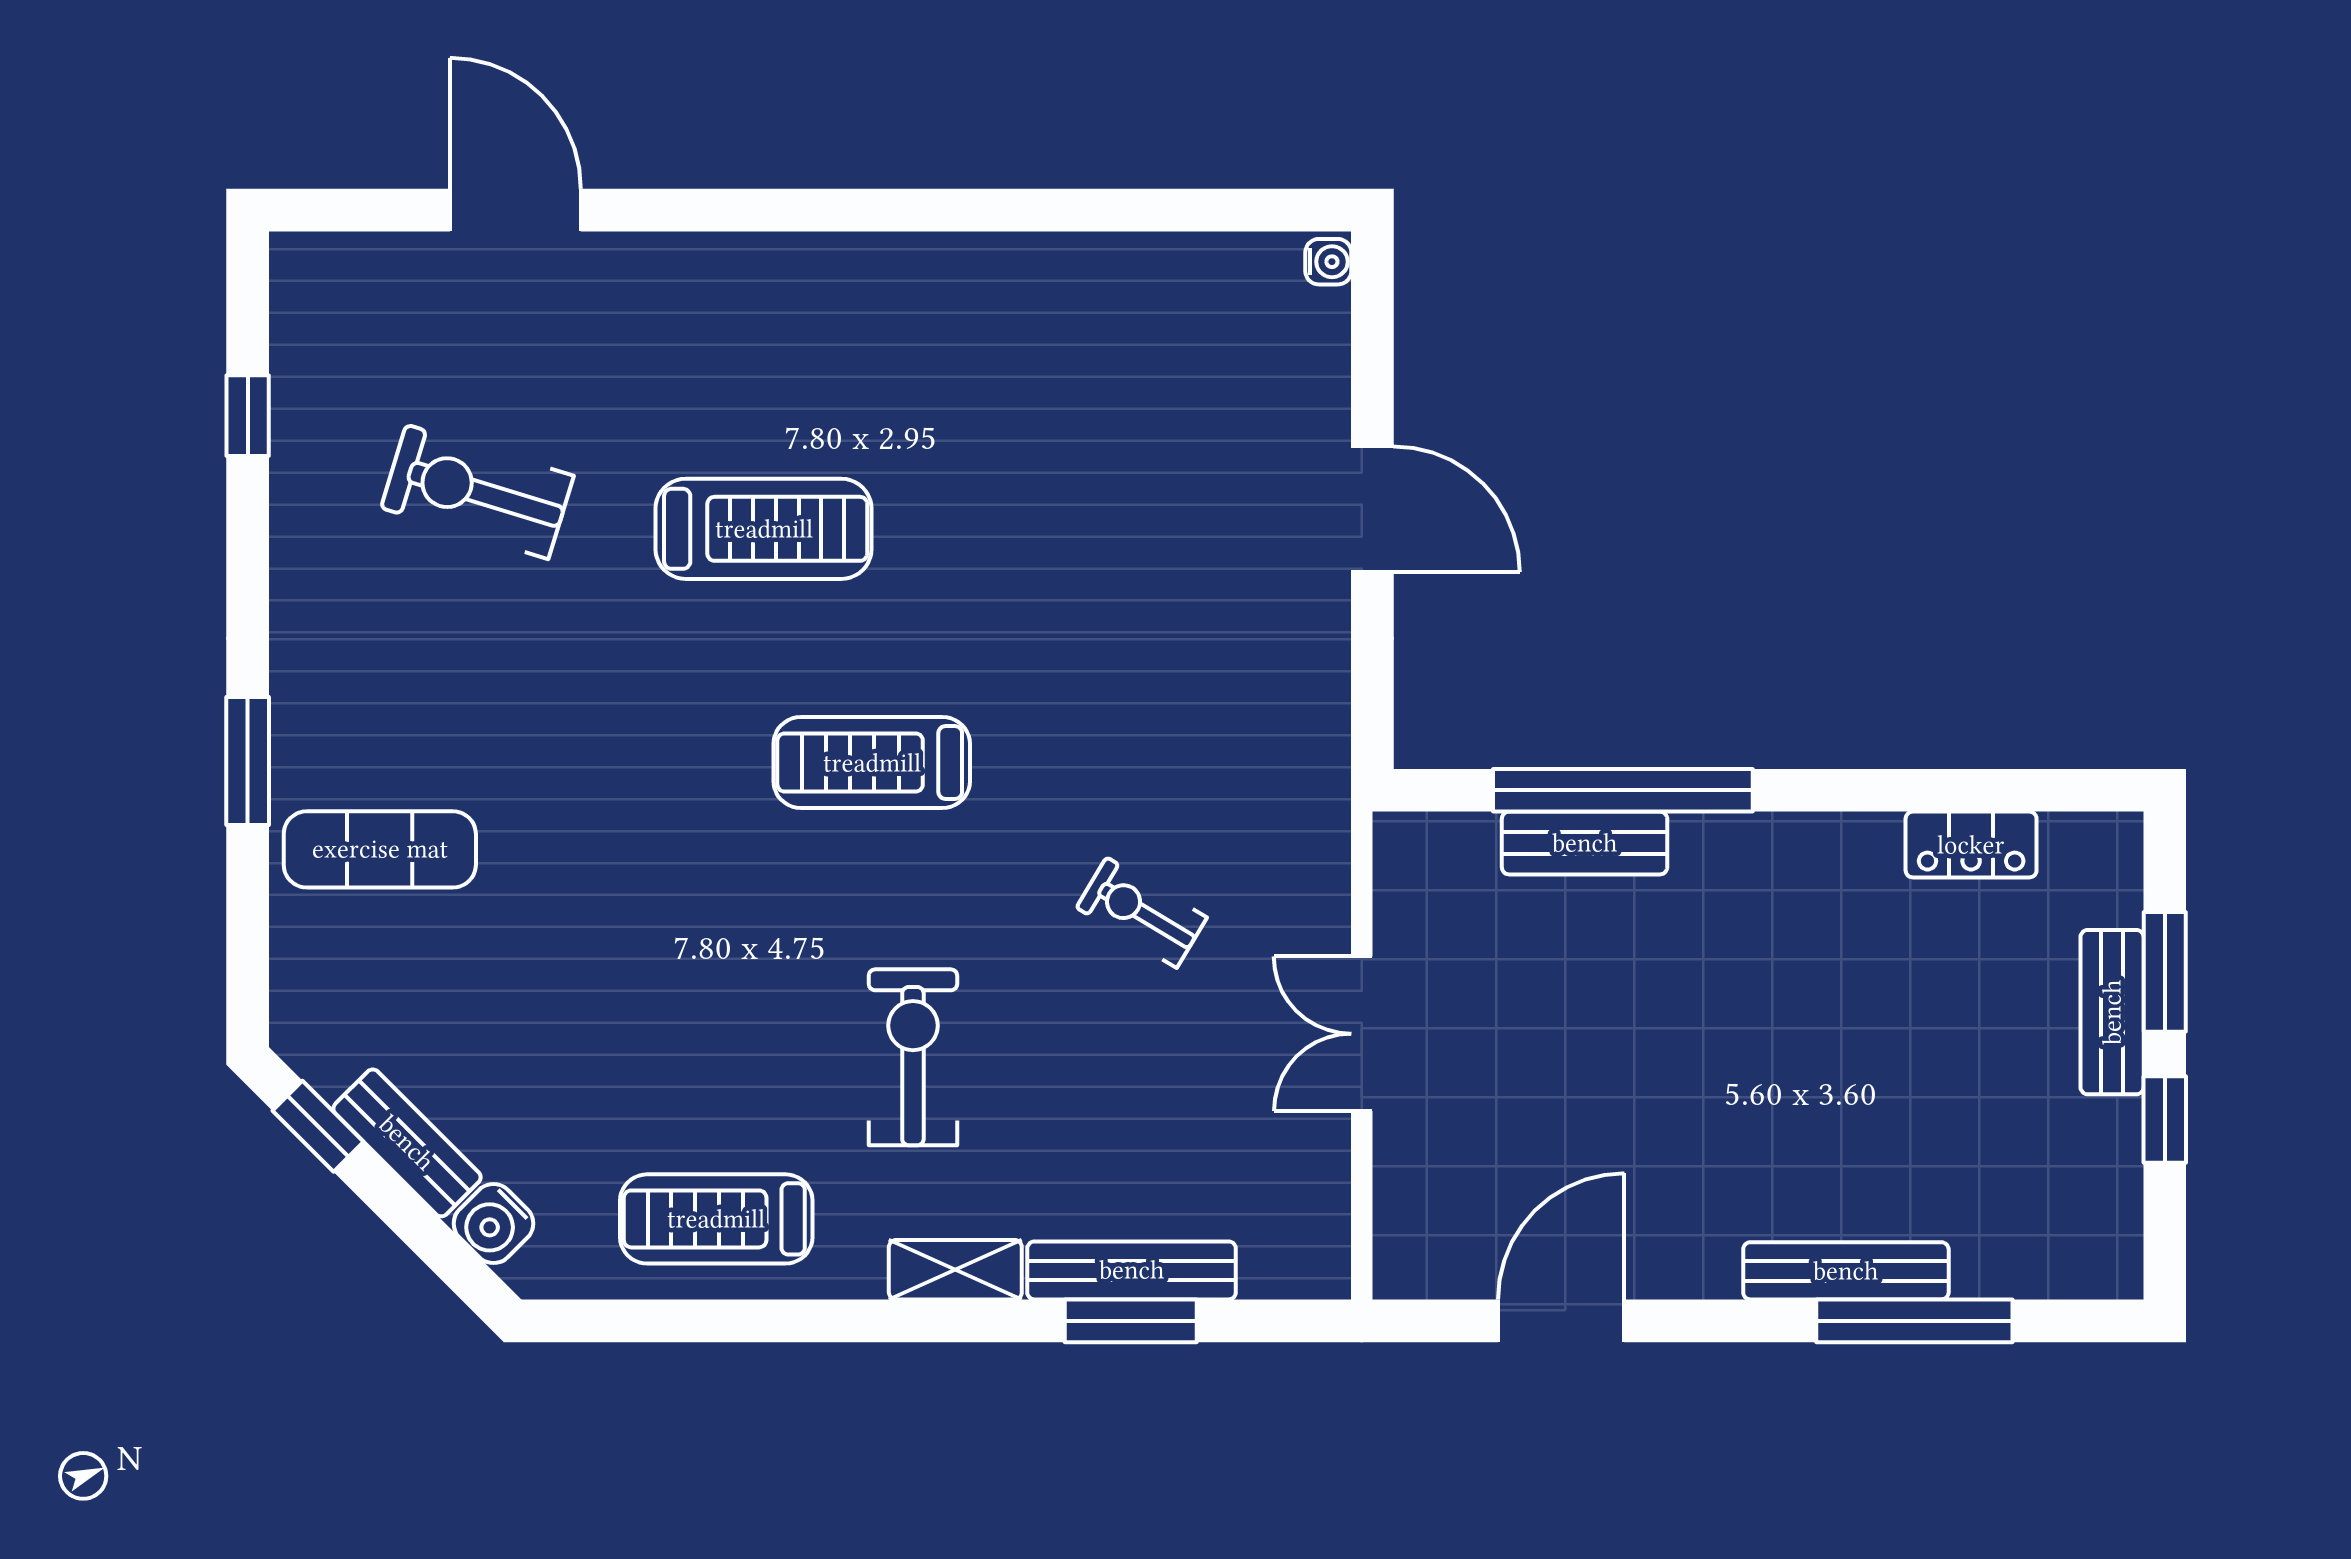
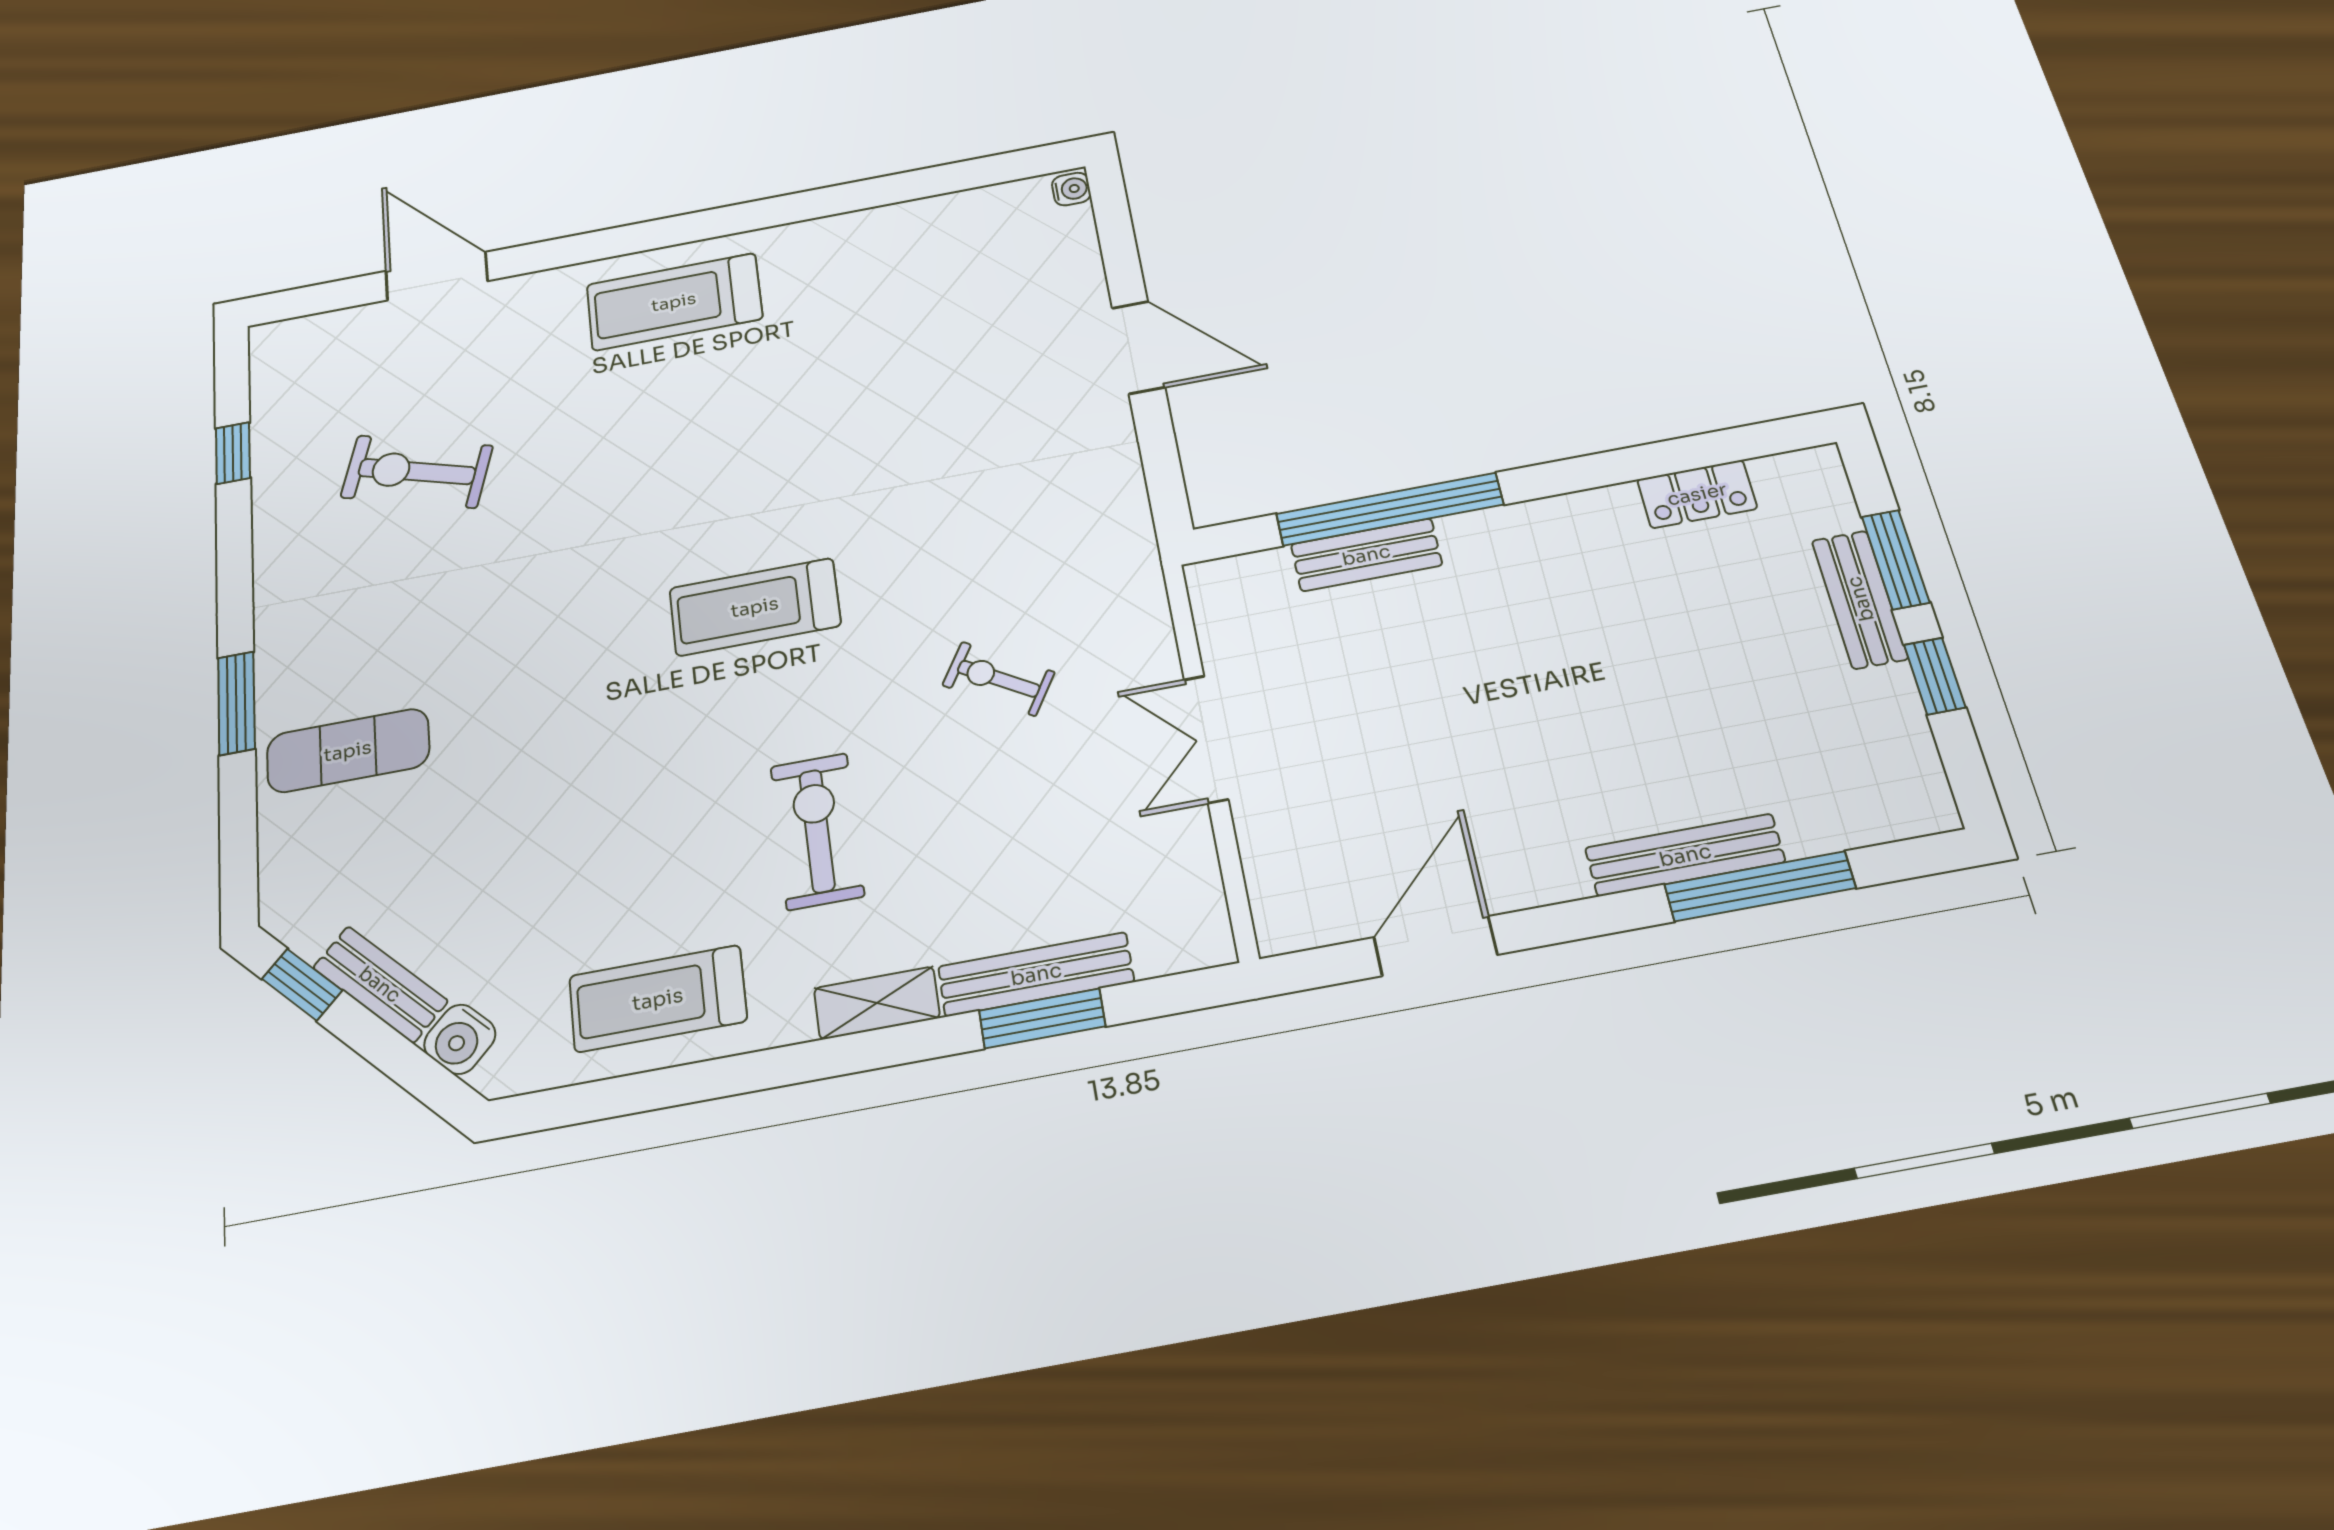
treadmill: (764, 529) -> (674, 302), moved, turned 180

